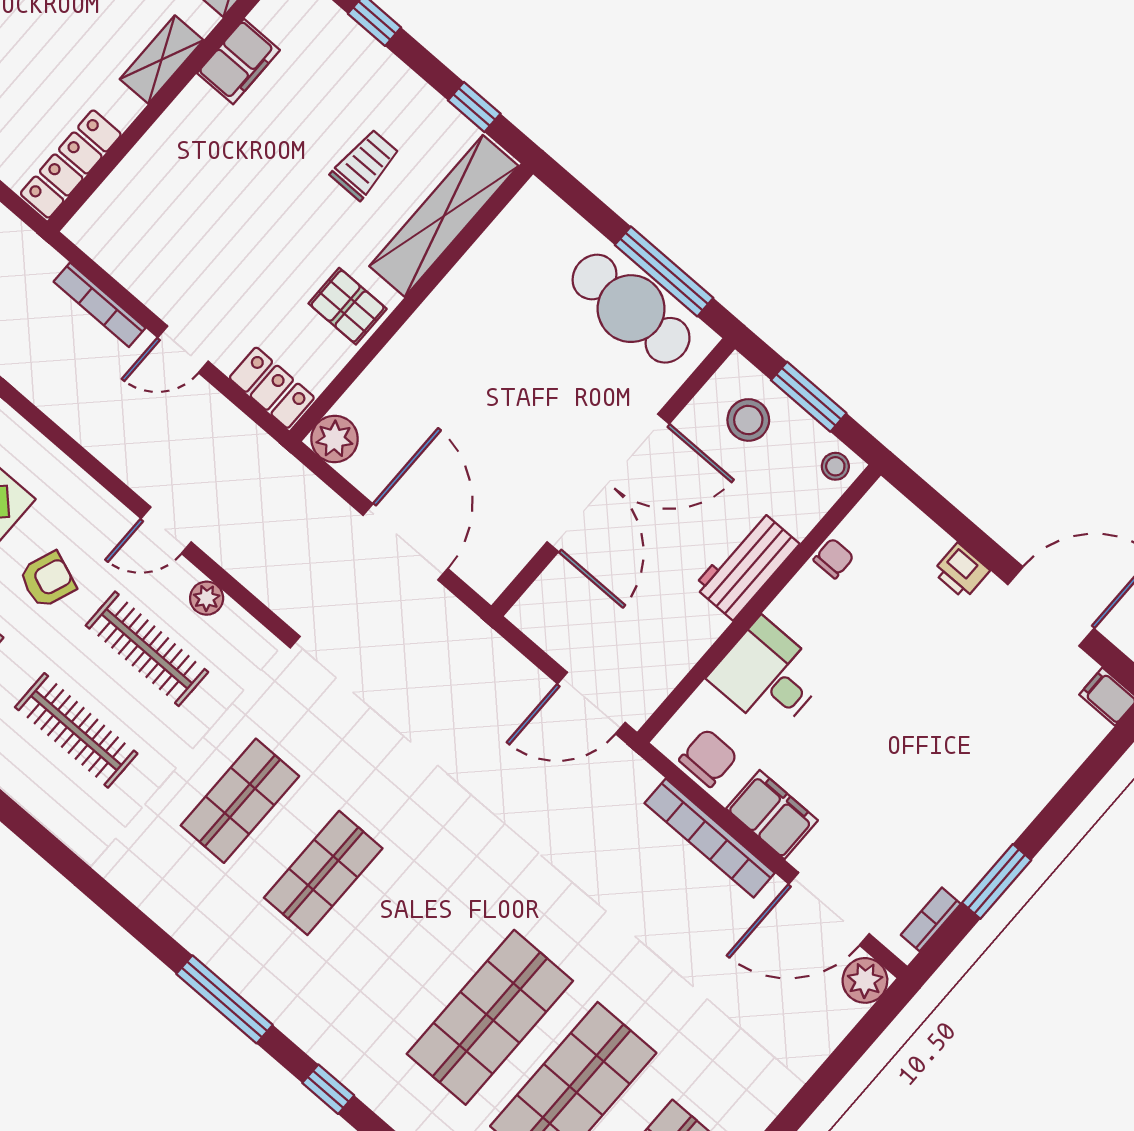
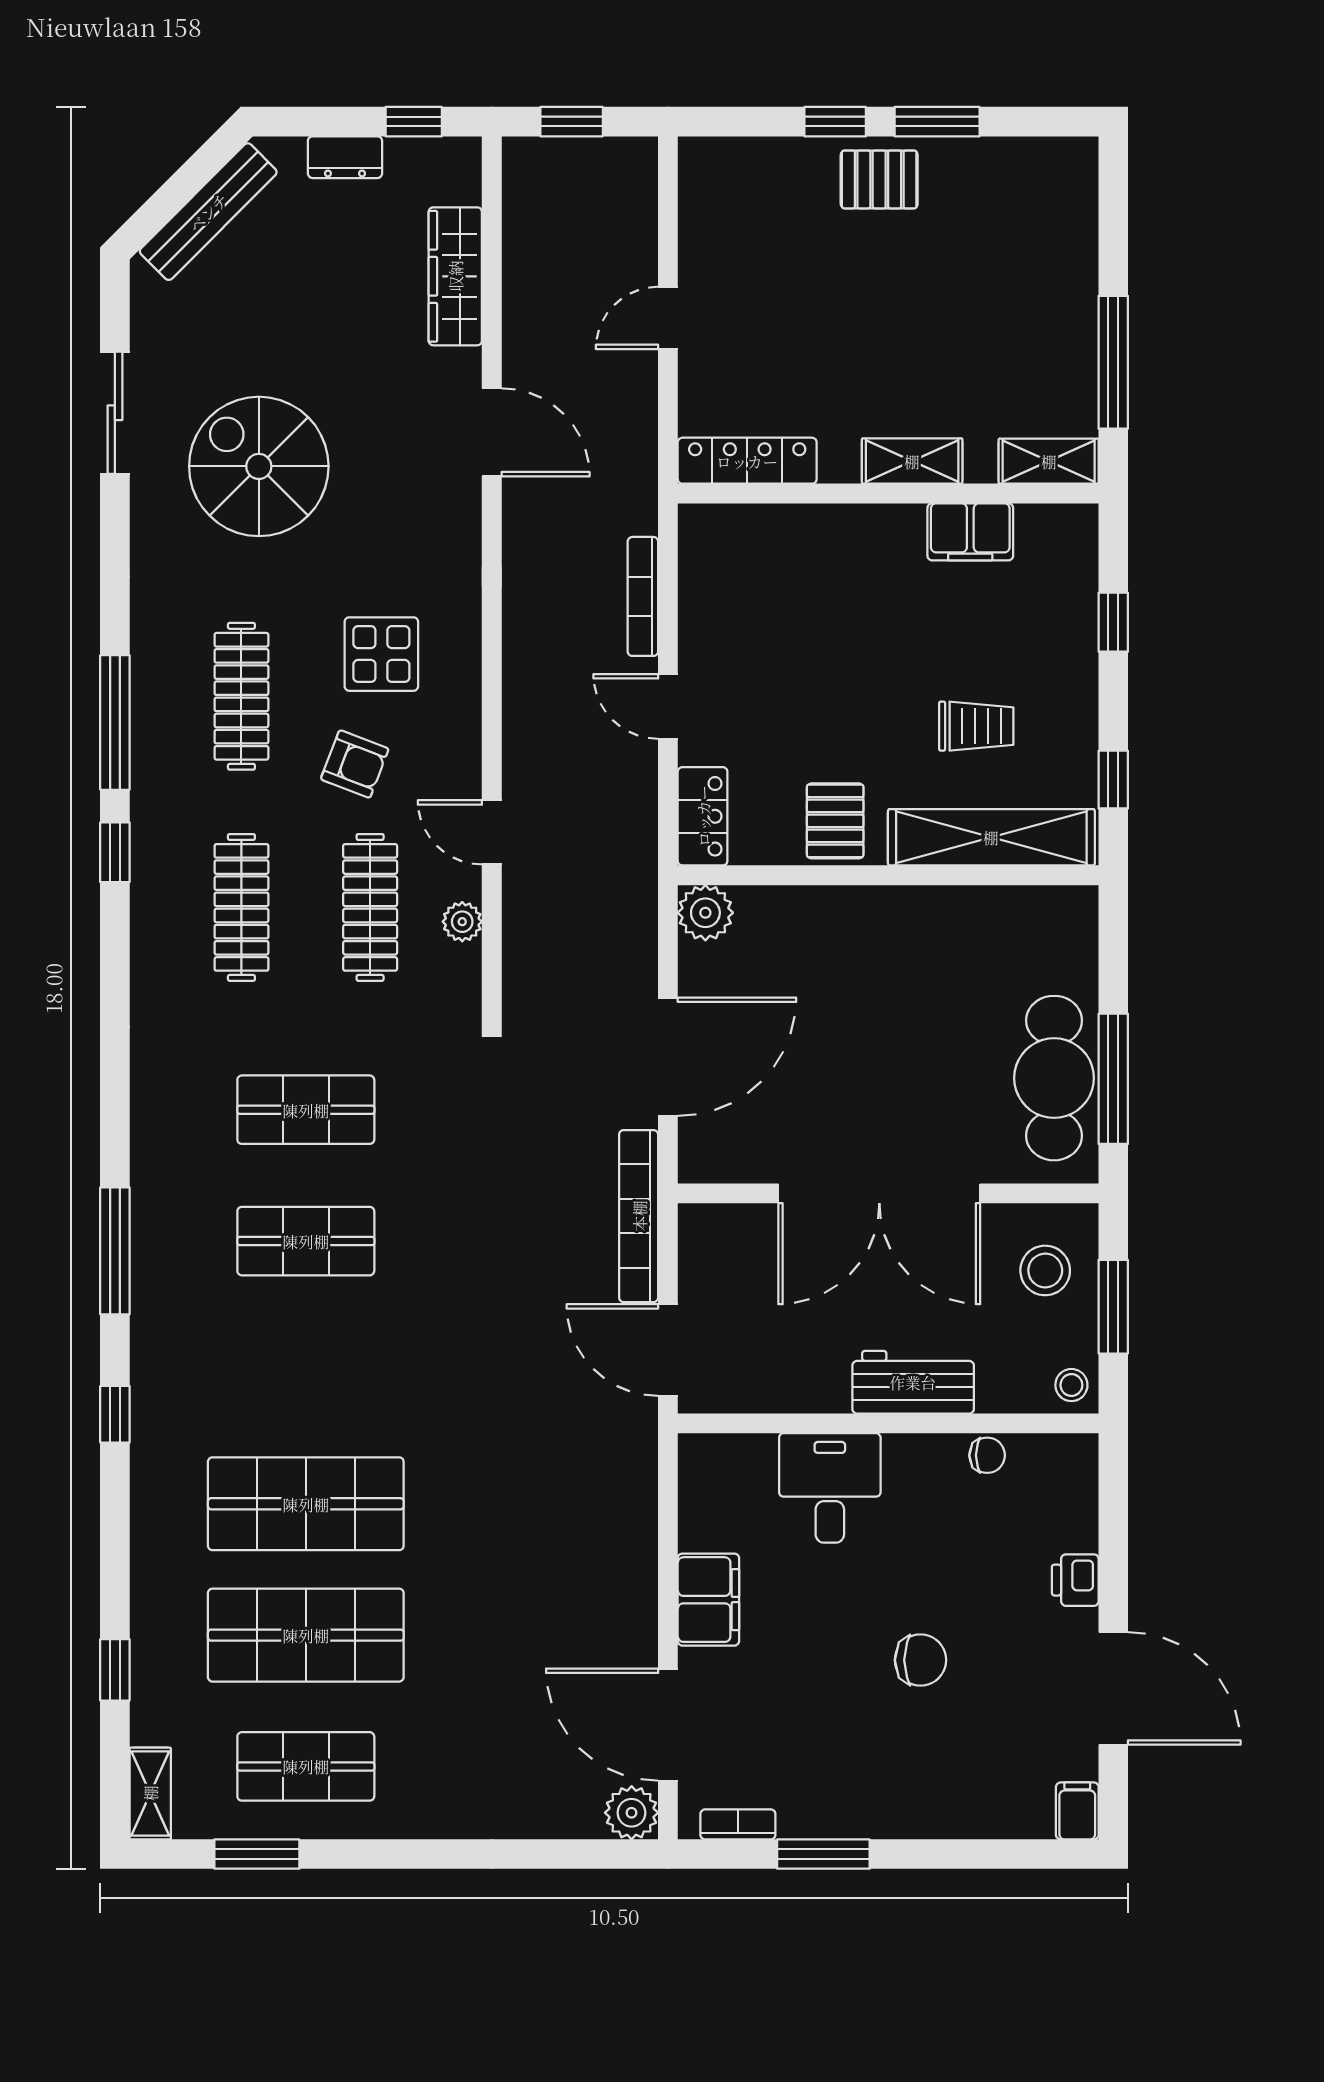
chair: (708, 758) -> (920, 1660), moved
bookcase: (710, 838) -> (639, 1216), moved

